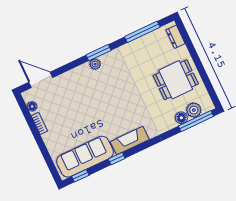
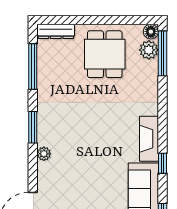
dresser: (175, 37) -> (56, 31), width x1.44
plant: (95, 64) -> (44, 154), moved
floor lamp: (181, 118) -> (151, 32), moved

